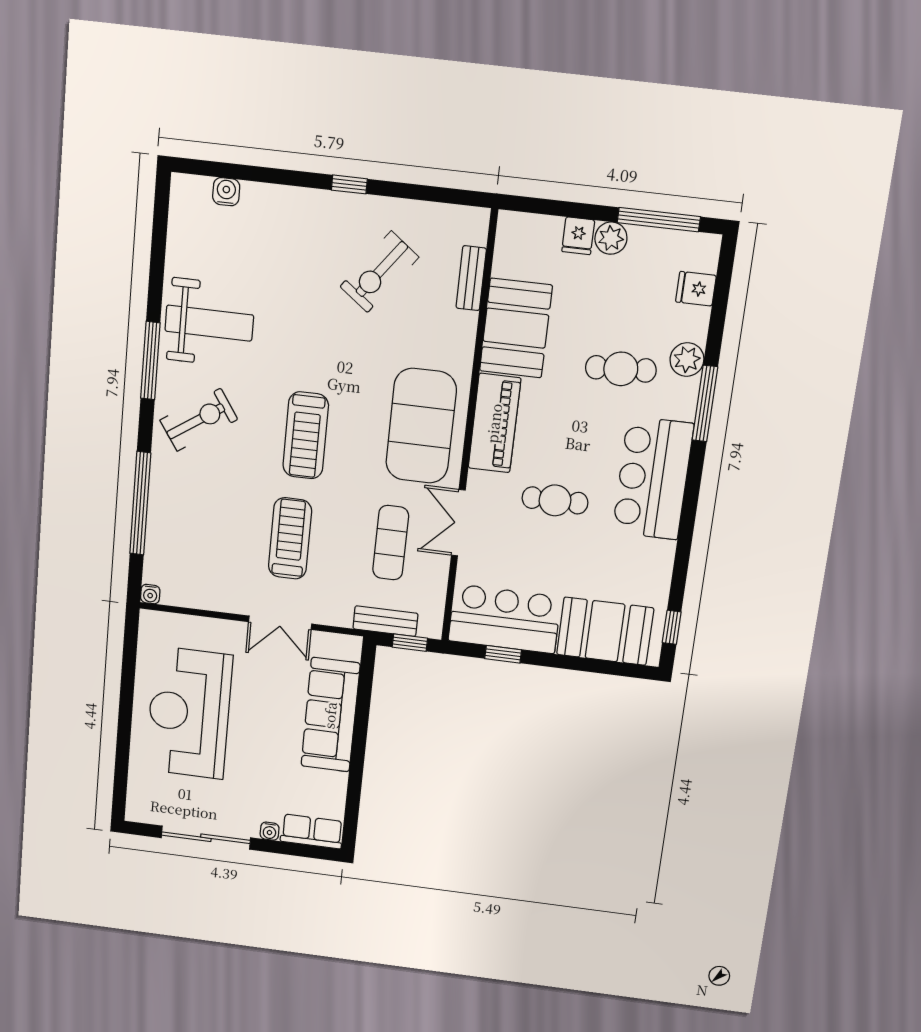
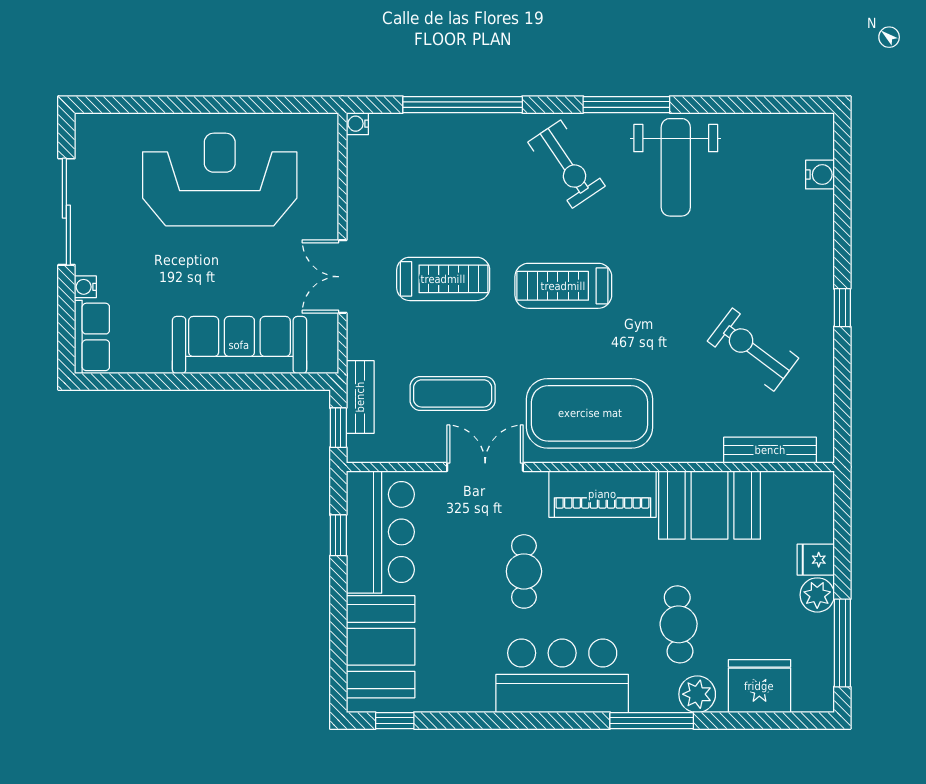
bench: (471, 278) -> (770, 450), width x1.36
fridge: (696, 289) -> (759, 686), width x1.88, depth x1.34

